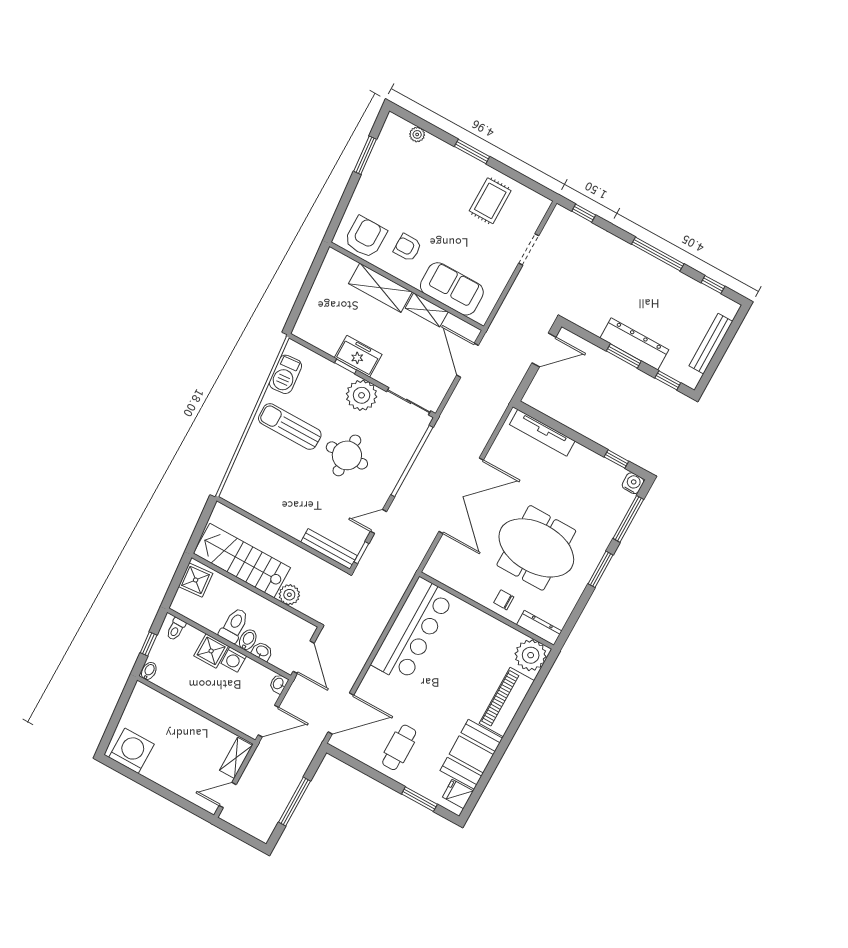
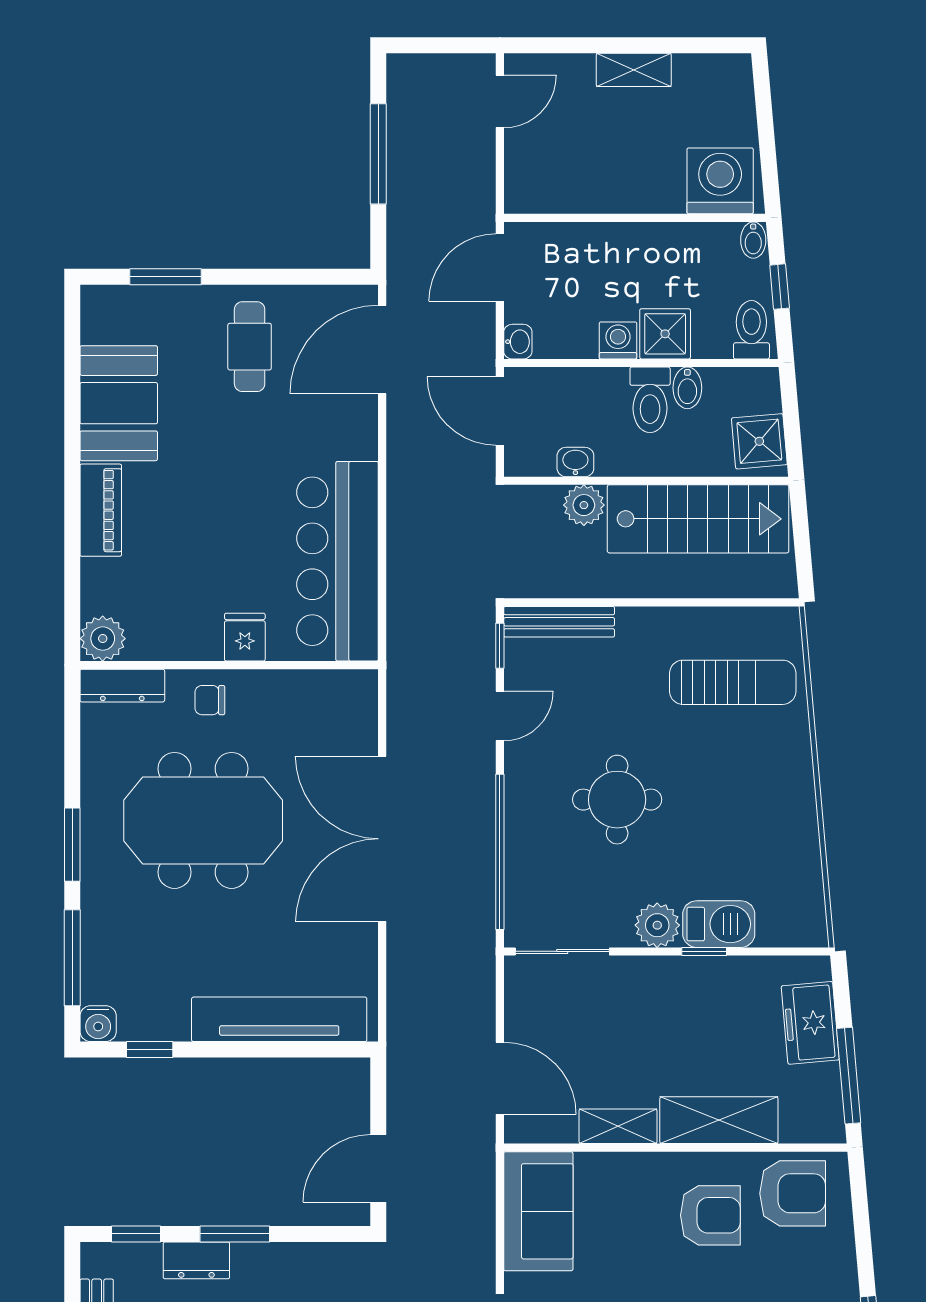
armchair: (366, 237) -> (793, 1193), turned -90
armchair: (408, 247) -> (710, 1215), width x1.38, depth x1.38
window: (312, 276) -> (849, 1076), added
sofa: (452, 289) -> (538, 1211), moved, turned -90
dresser: (634, 344) -> (196, 1260), width x0.51, depth x0.80
freezer: (358, 356) -> (810, 1023), moved, turned 85
barbecue: (285, 374) -> (719, 924), moved, turned 95
plant: (362, 395) -> (657, 925), width x0.73, depth x0.73
sun lounger: (290, 426) -> (733, 682), moved
tv unit: (542, 433) -> (279, 1019), width x1.36, depth x1.29
chair: (504, 600) -> (210, 700), turned 180
toilet: (176, 629) -> (751, 330), width x1.37, depth x1.39
bidet: (248, 640) -> (687, 388), moved
washbasin: (262, 651) -> (575, 462), moved, turned 180
plant: (531, 655) -> (103, 639), width x0.73, depth x0.73
piano: (507, 702) -> (101, 510), width x0.73, depth x0.75
washing machine: (131, 751) -> (720, 181), moved, turned 180
shelving: (236, 758) -> (634, 70), moved, turned 90
fridge: (458, 794) -> (245, 637), moved, turned -90

